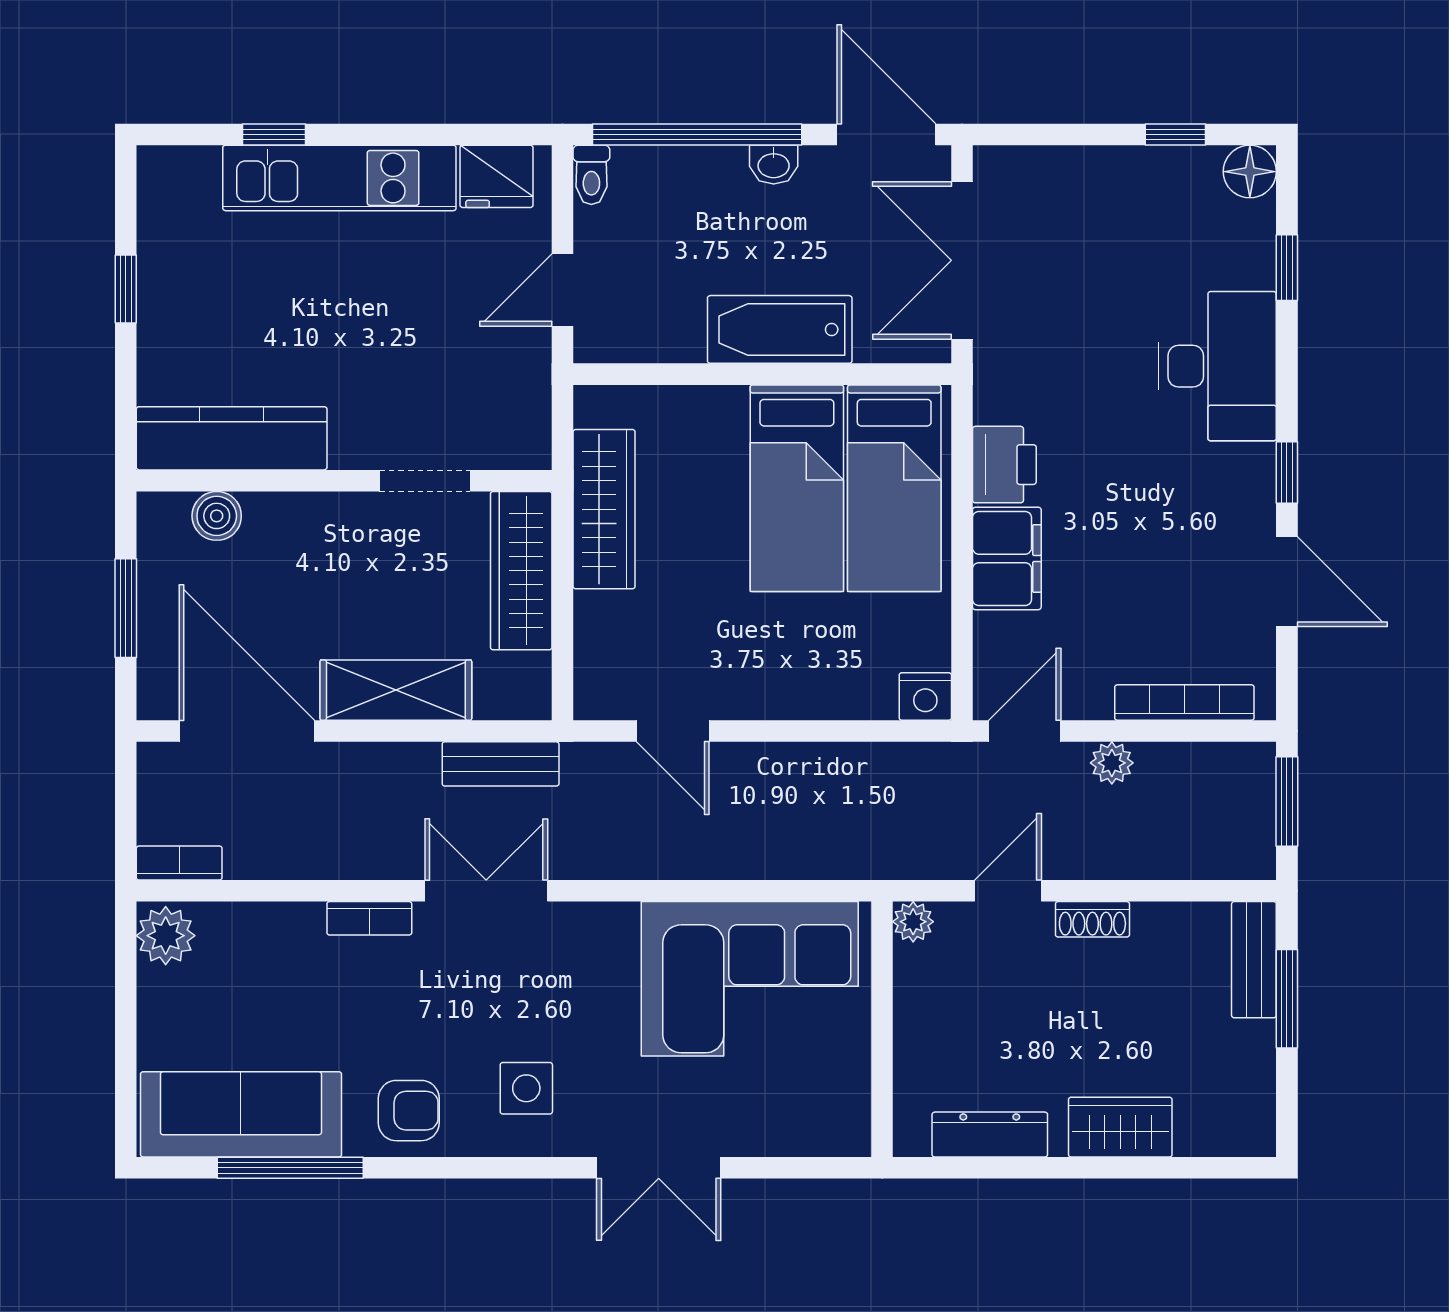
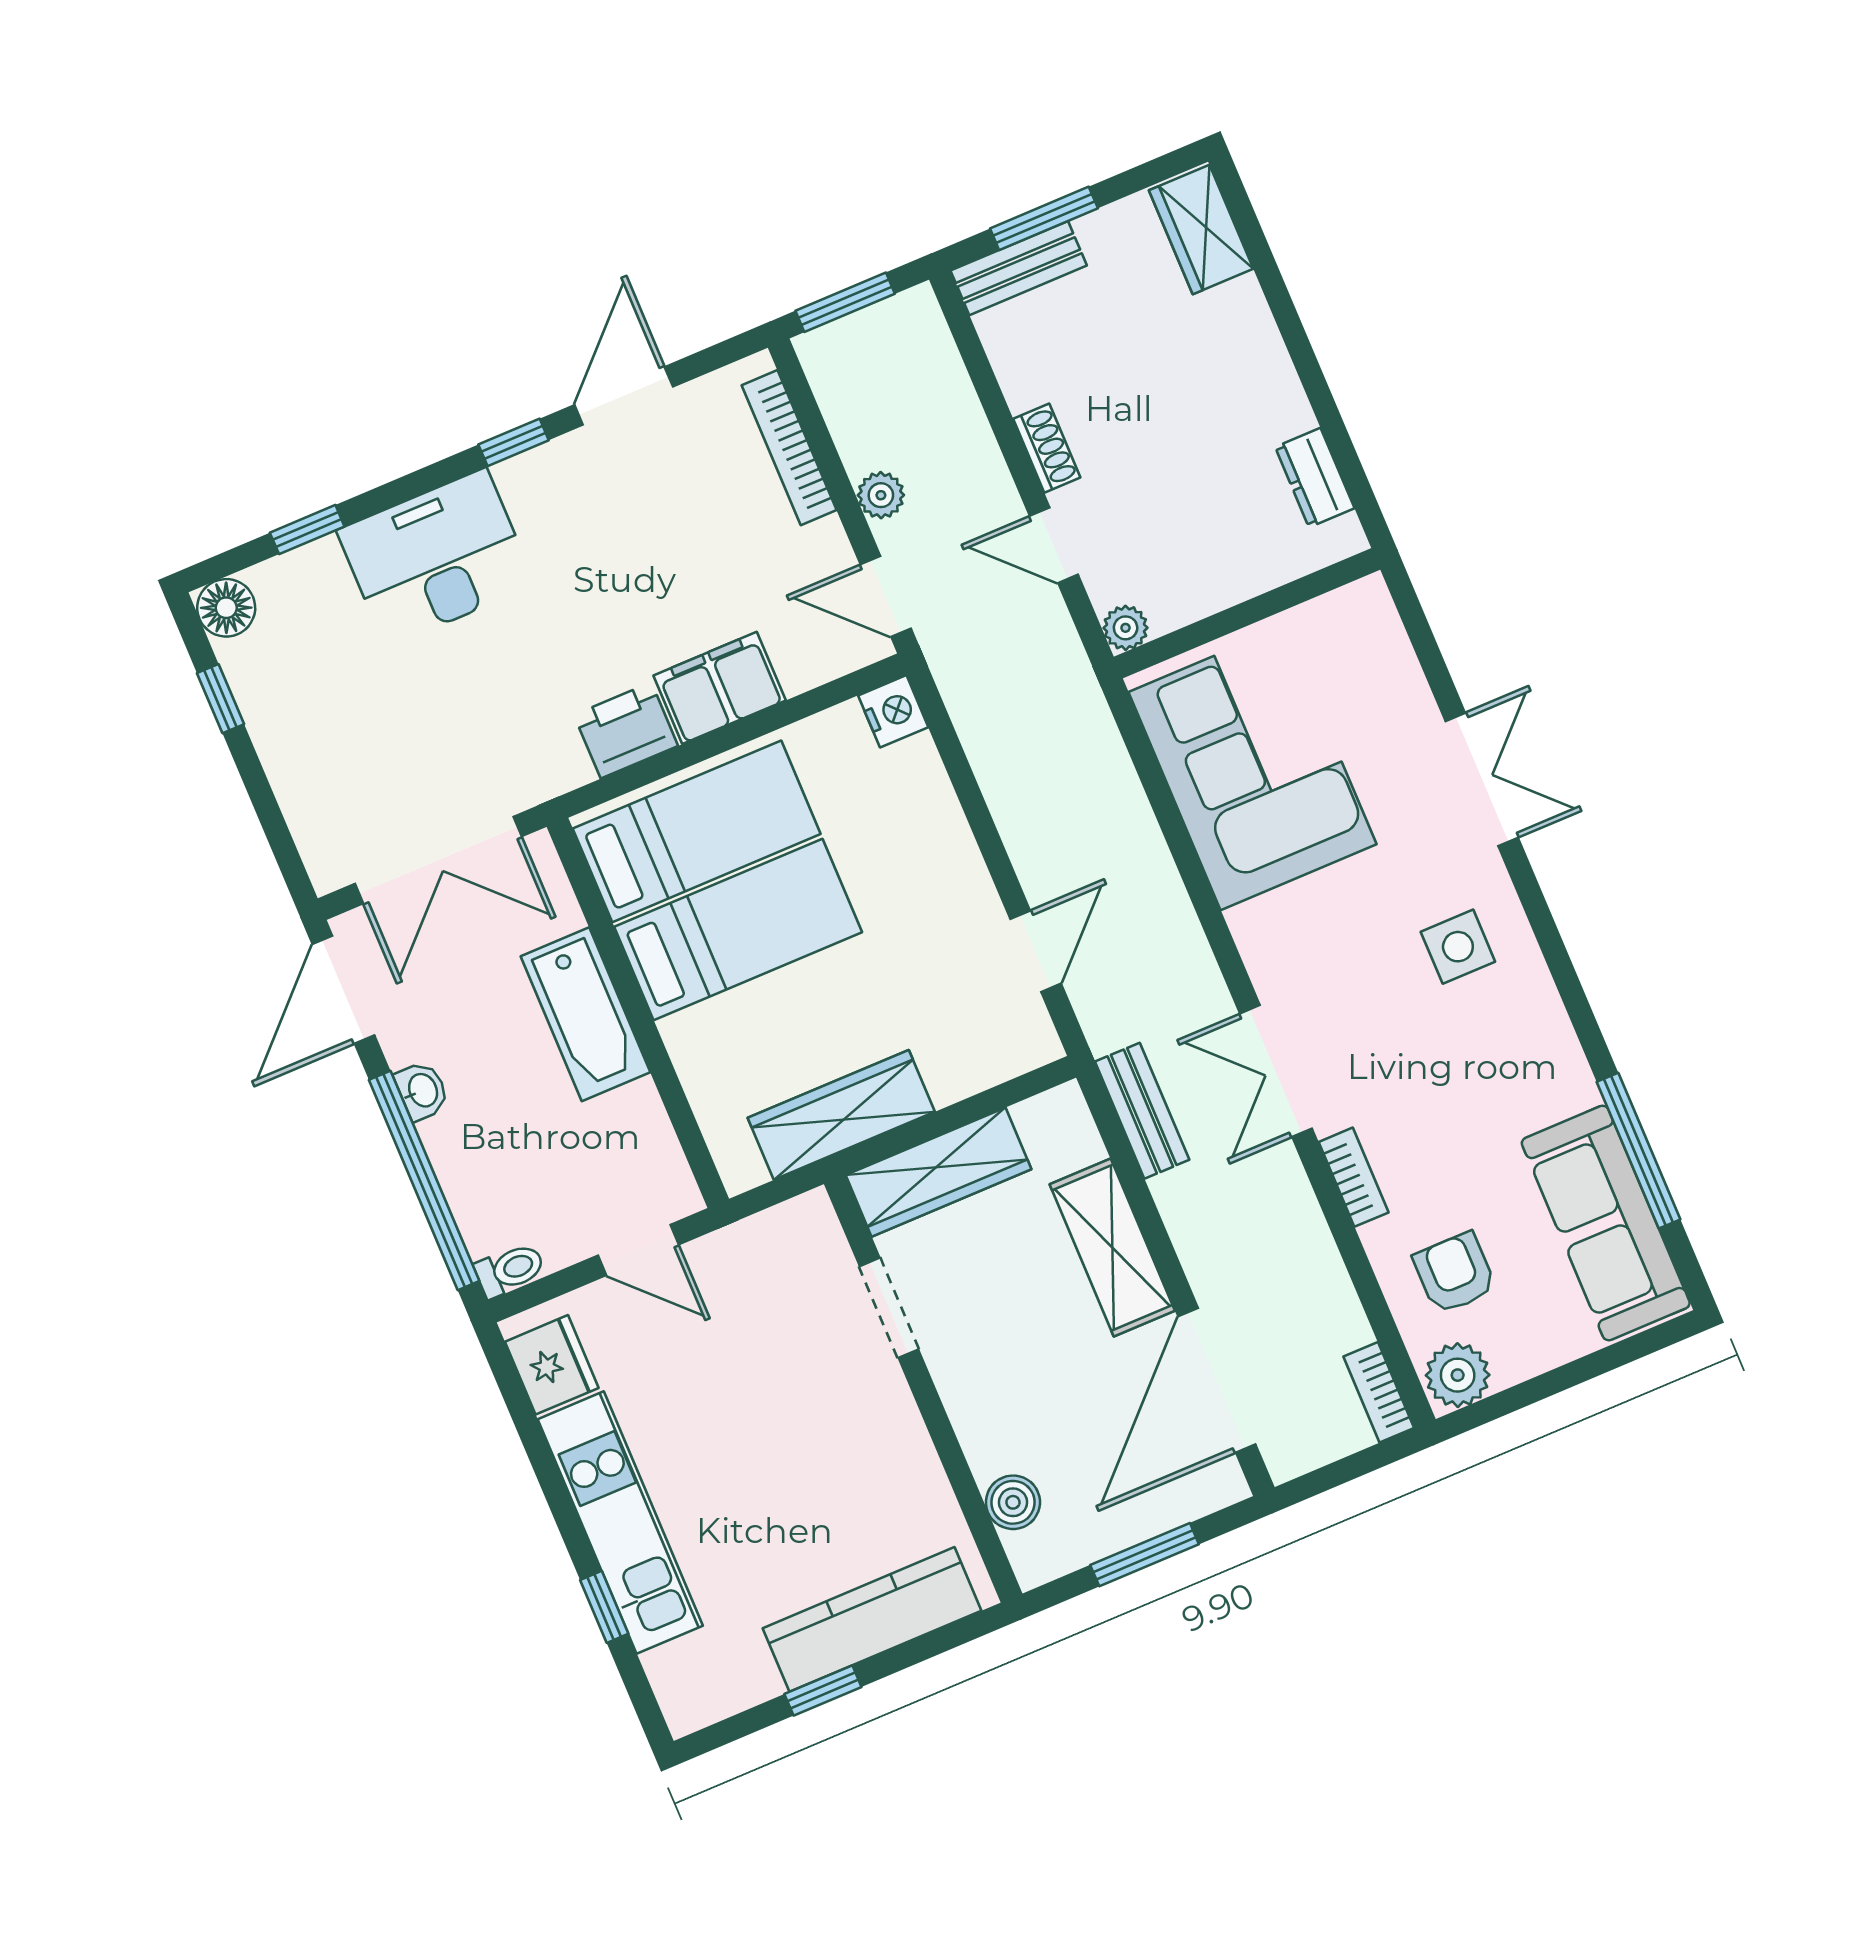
kitchen counter: (232, 438) -> (872, 1619), moved, turned 90
armchair: (409, 1111) -> (1455, 1273), moved
wardrobe: (1120, 1127) -> (1201, 230), moved
dresser: (990, 1135) -> (1315, 478), width x0.70

